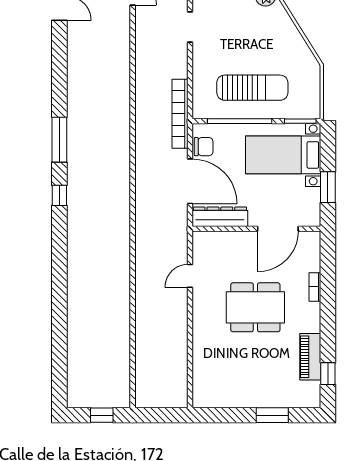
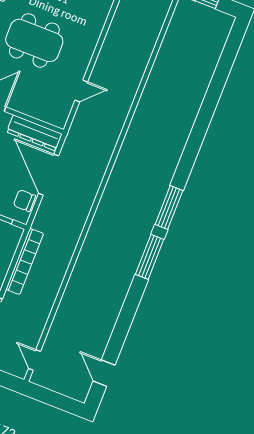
bookcase: (180, 114) -> (25, 261), moved
window: (59, 195) -> (169, 208), width x2.17

